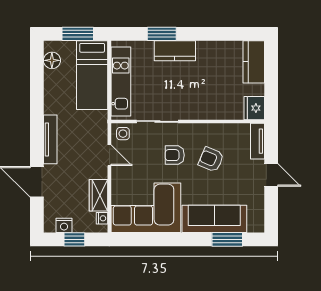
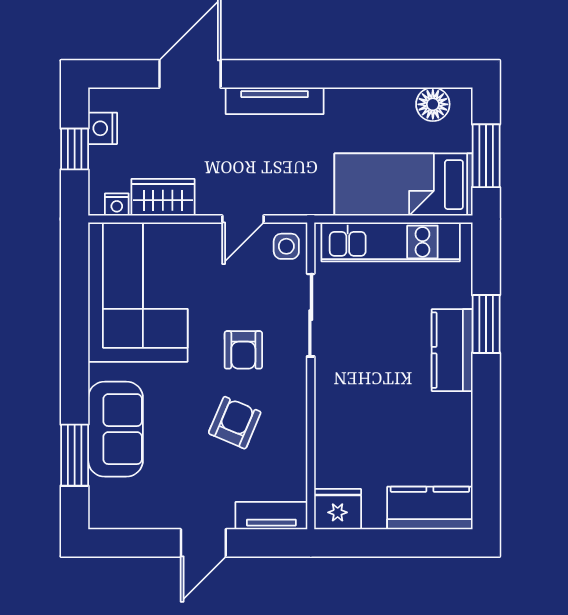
armchair: (175, 155) -> (243, 350), turned 180
sofa: (214, 219) -> (116, 429), width x0.73

